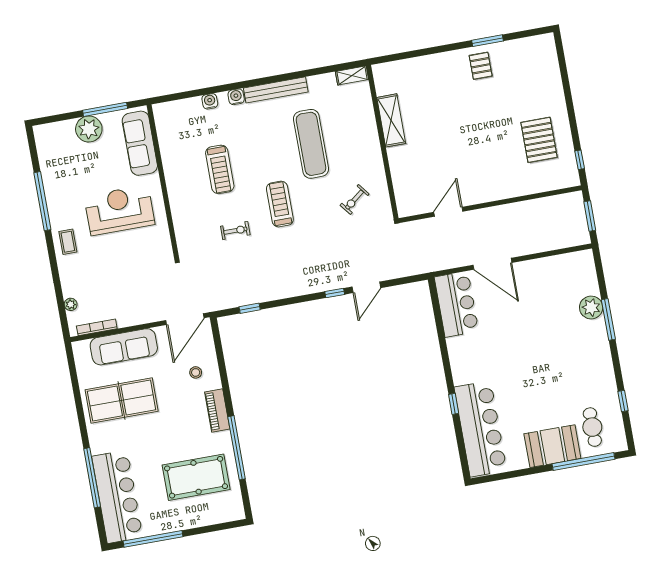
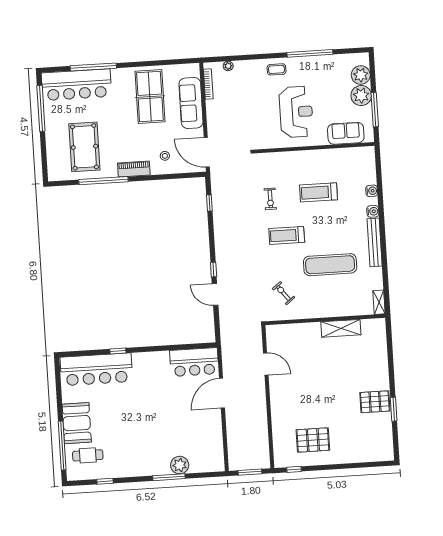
pallet: (481, 66) -> (375, 402), width x1.50, depth x1.42
plant: (63, 133) -> (361, 75), added
sofa: (140, 143) -> (346, 133), width x0.73
treadmill: (280, 204) -> (287, 235), turned 180

